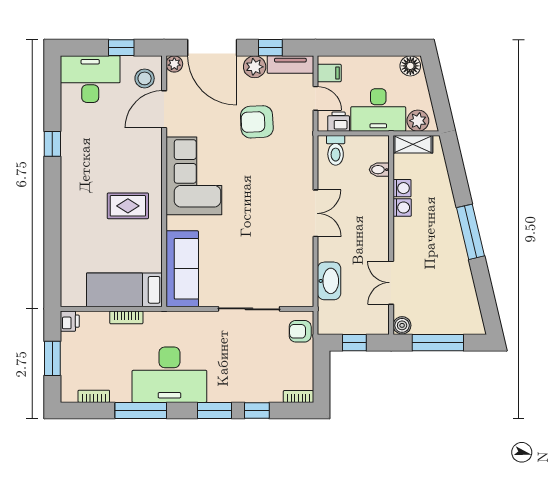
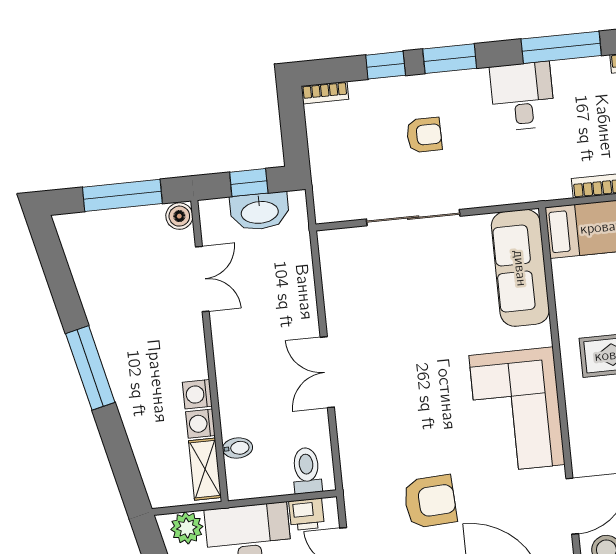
shelving: (413, 144) -> (205, 469), moved, turned 90
washbasin: (329, 281) -> (260, 211), moved, turned -90
armchair: (300, 331) -> (424, 135), moved
desk: (169, 375) -> (522, 96), width x0.53, depth x0.77

